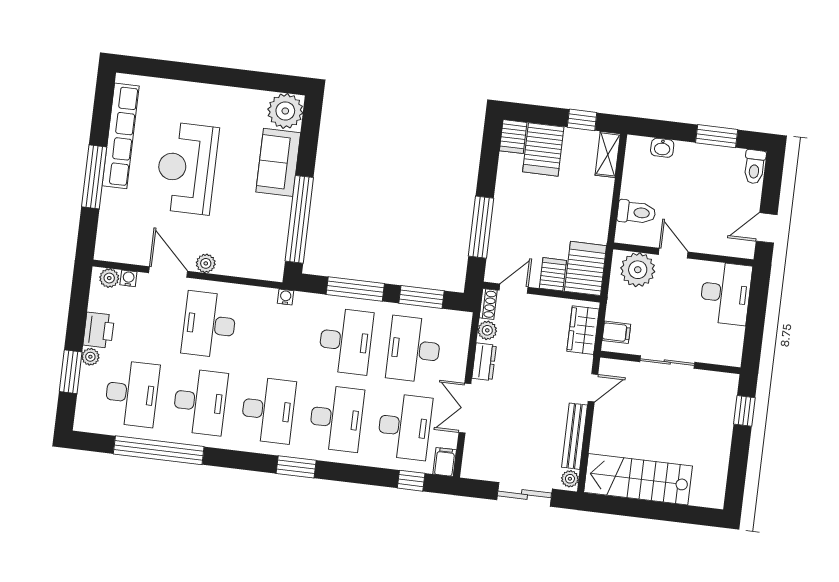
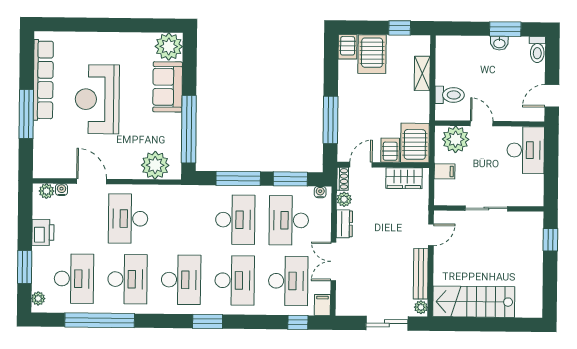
washbasin: (662, 148) -> (499, 43), moved
shelving: (608, 154) -> (422, 73), moved
plant: (206, 263) -> (155, 165), moved, width x1.88, depth x1.88
water cooler: (286, 297) -> (320, 192), moved
wardrobe: (583, 330) -> (404, 178), moved, turned -90
filing cabinet: (616, 332) -> (445, 171), moved
plant: (90, 357) -> (38, 298), moved

